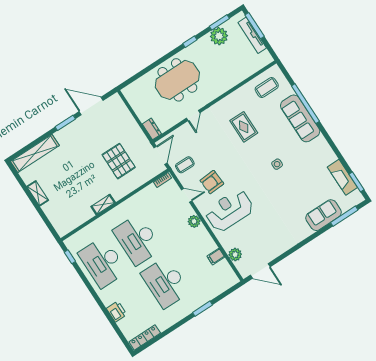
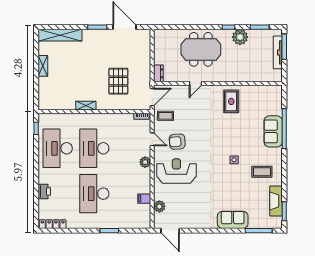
plant: (219, 36) -> (240, 37), moved
coffee table: (267, 87) -> (262, 172), moved
sofa: (300, 118) -> (273, 131), width x0.73
rug: (244, 127) -> (231, 101), moved
sofa: (324, 215) -> (233, 220), moved

